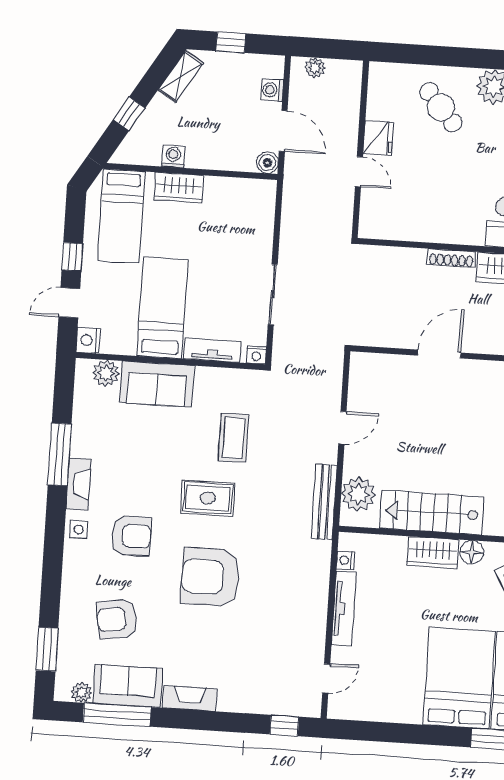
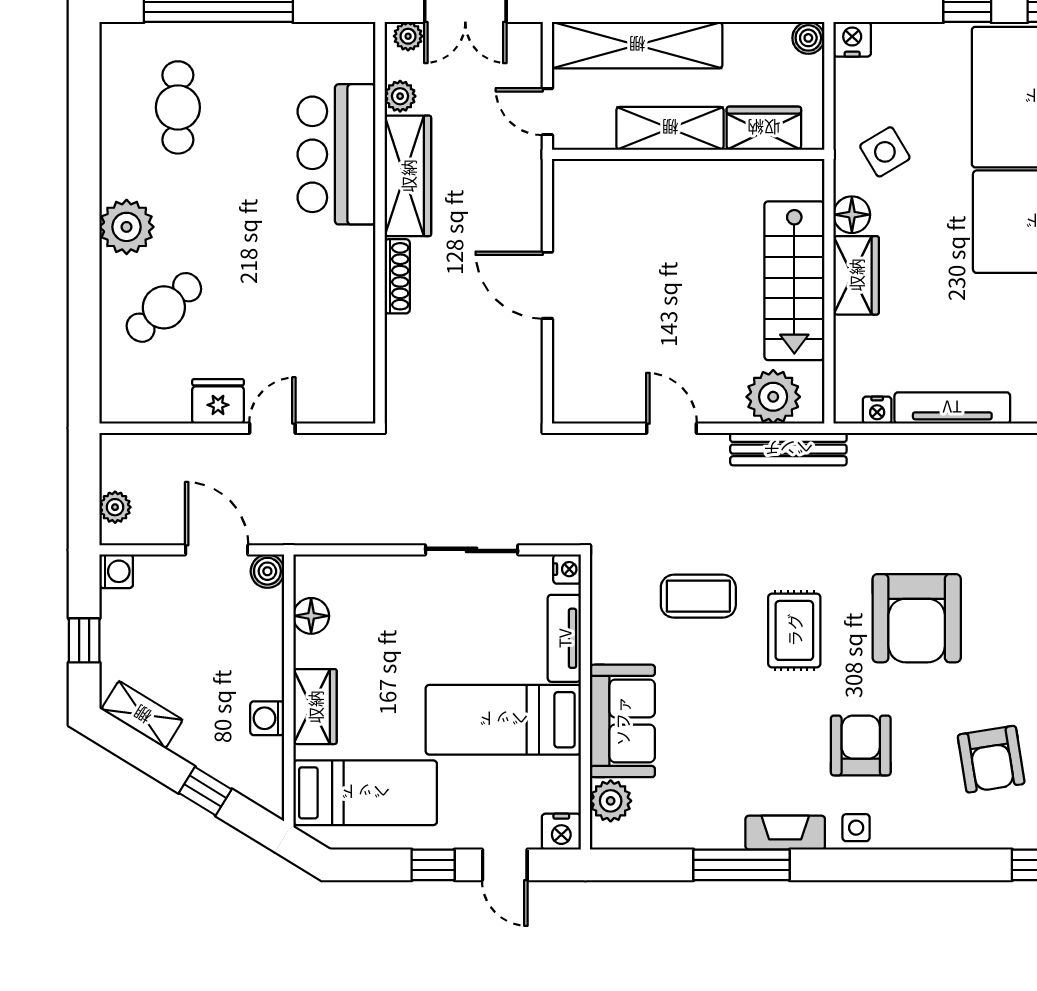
washing machine: (272, 90) -> (116, 571), moved, turned -90
door: (283, 131) -> (217, 550), hinge flipped
floor lamp: (237, 189) -> (311, 616), added

